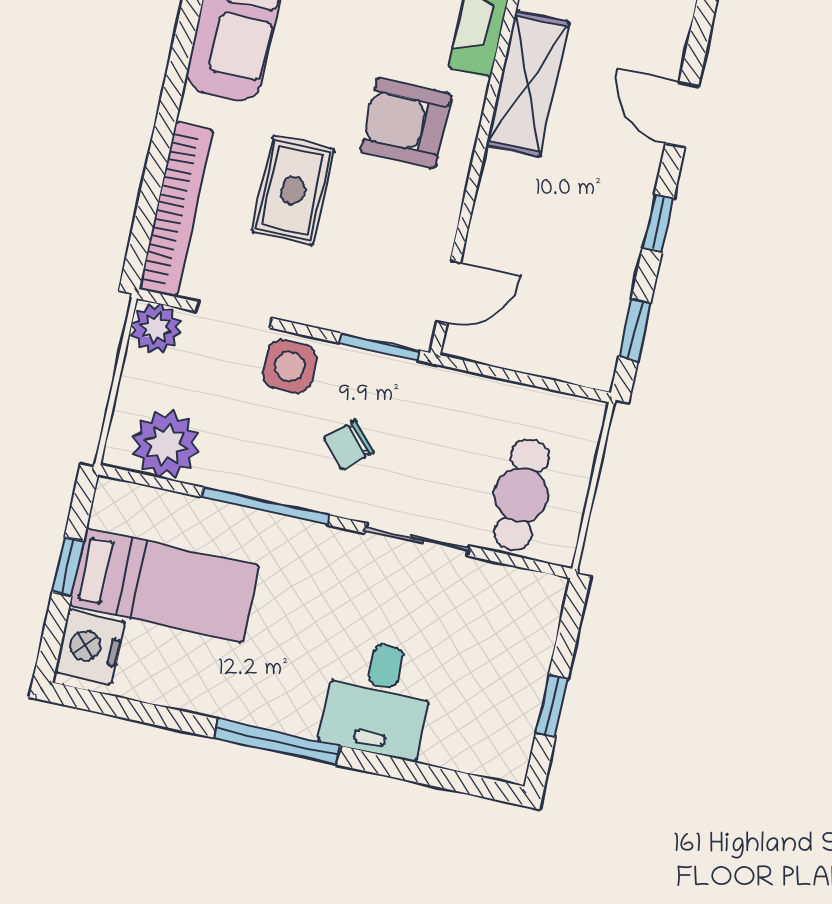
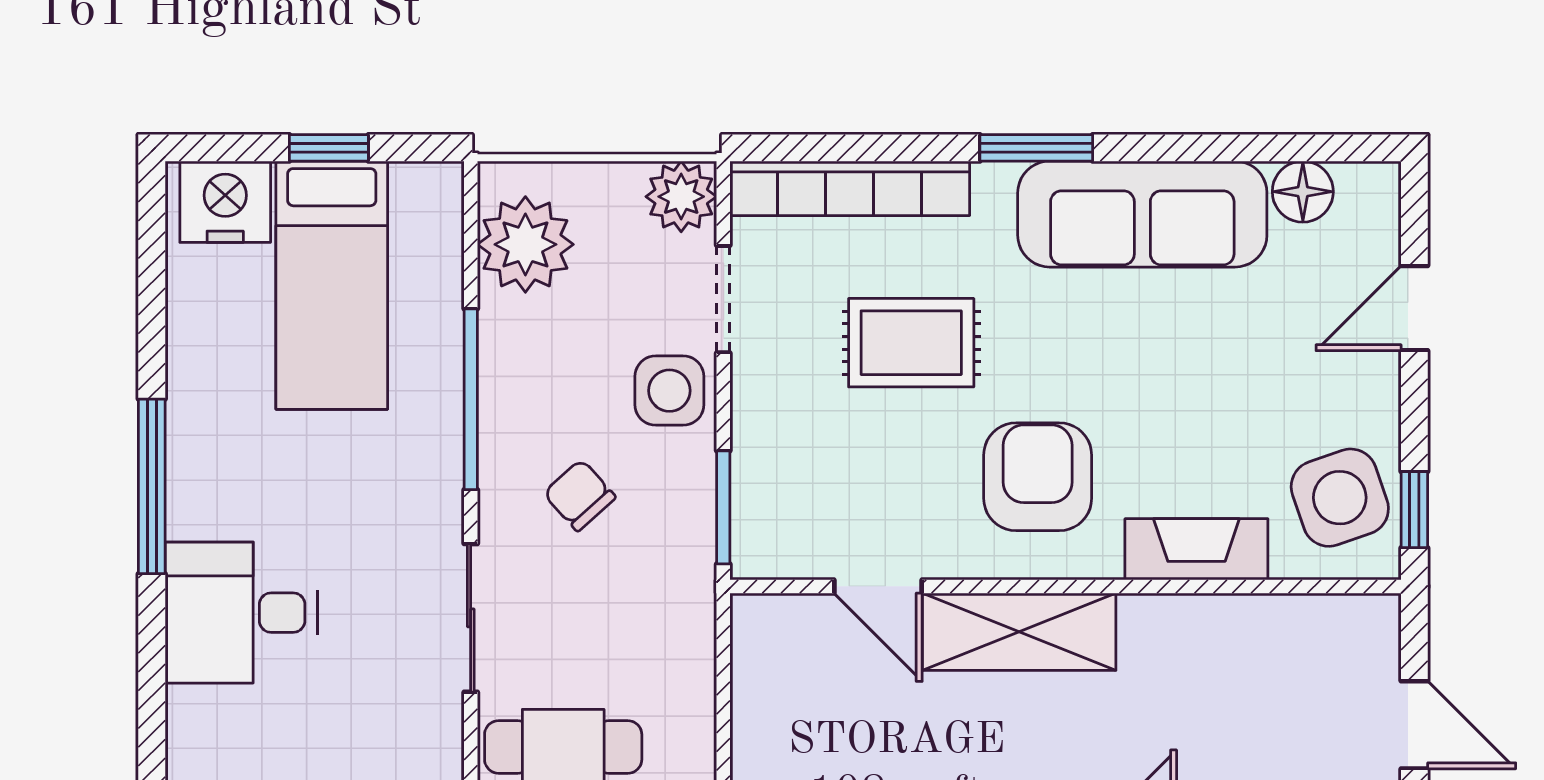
window: (176, 73) -> (1036, 148), added
shelving: (528, 84) -> (1019, 632), moved
door: (449, 292) -> (878, 586), moved

